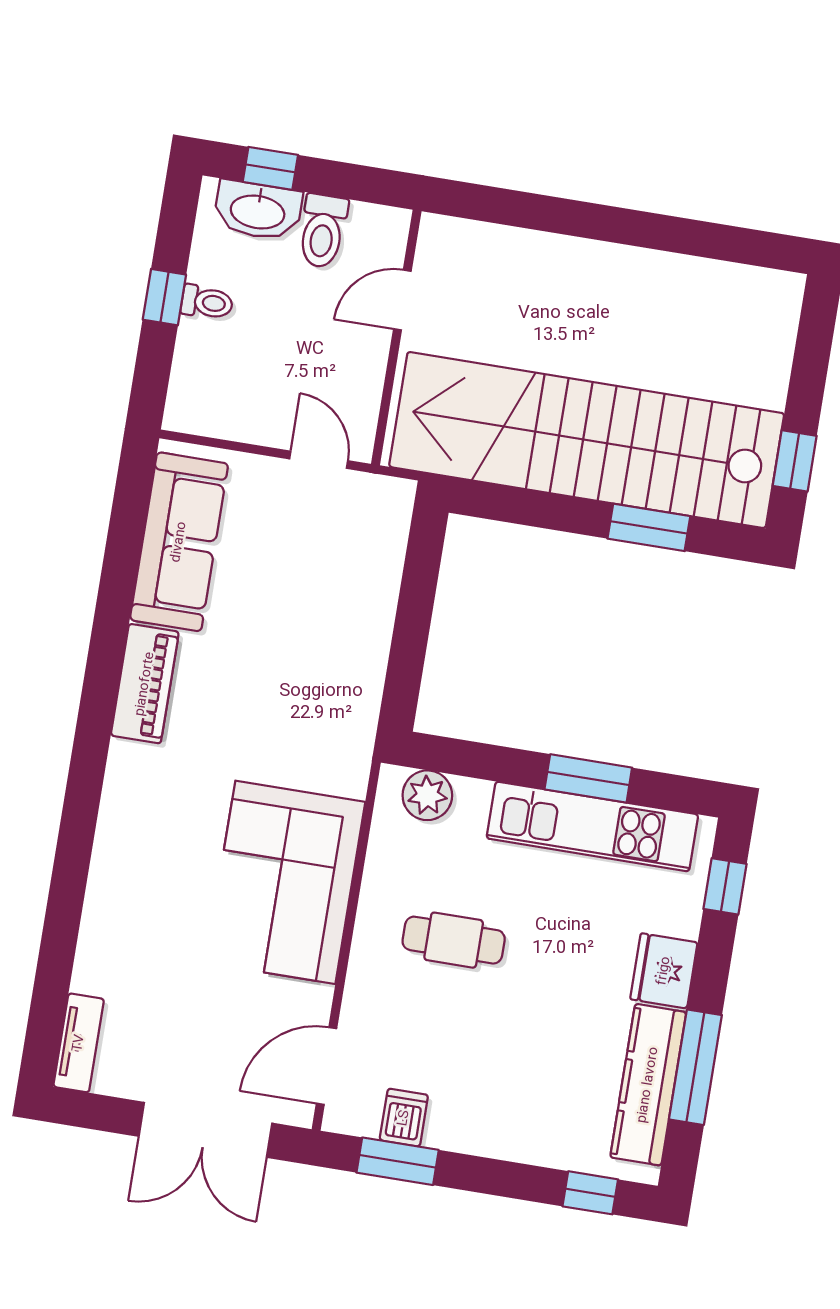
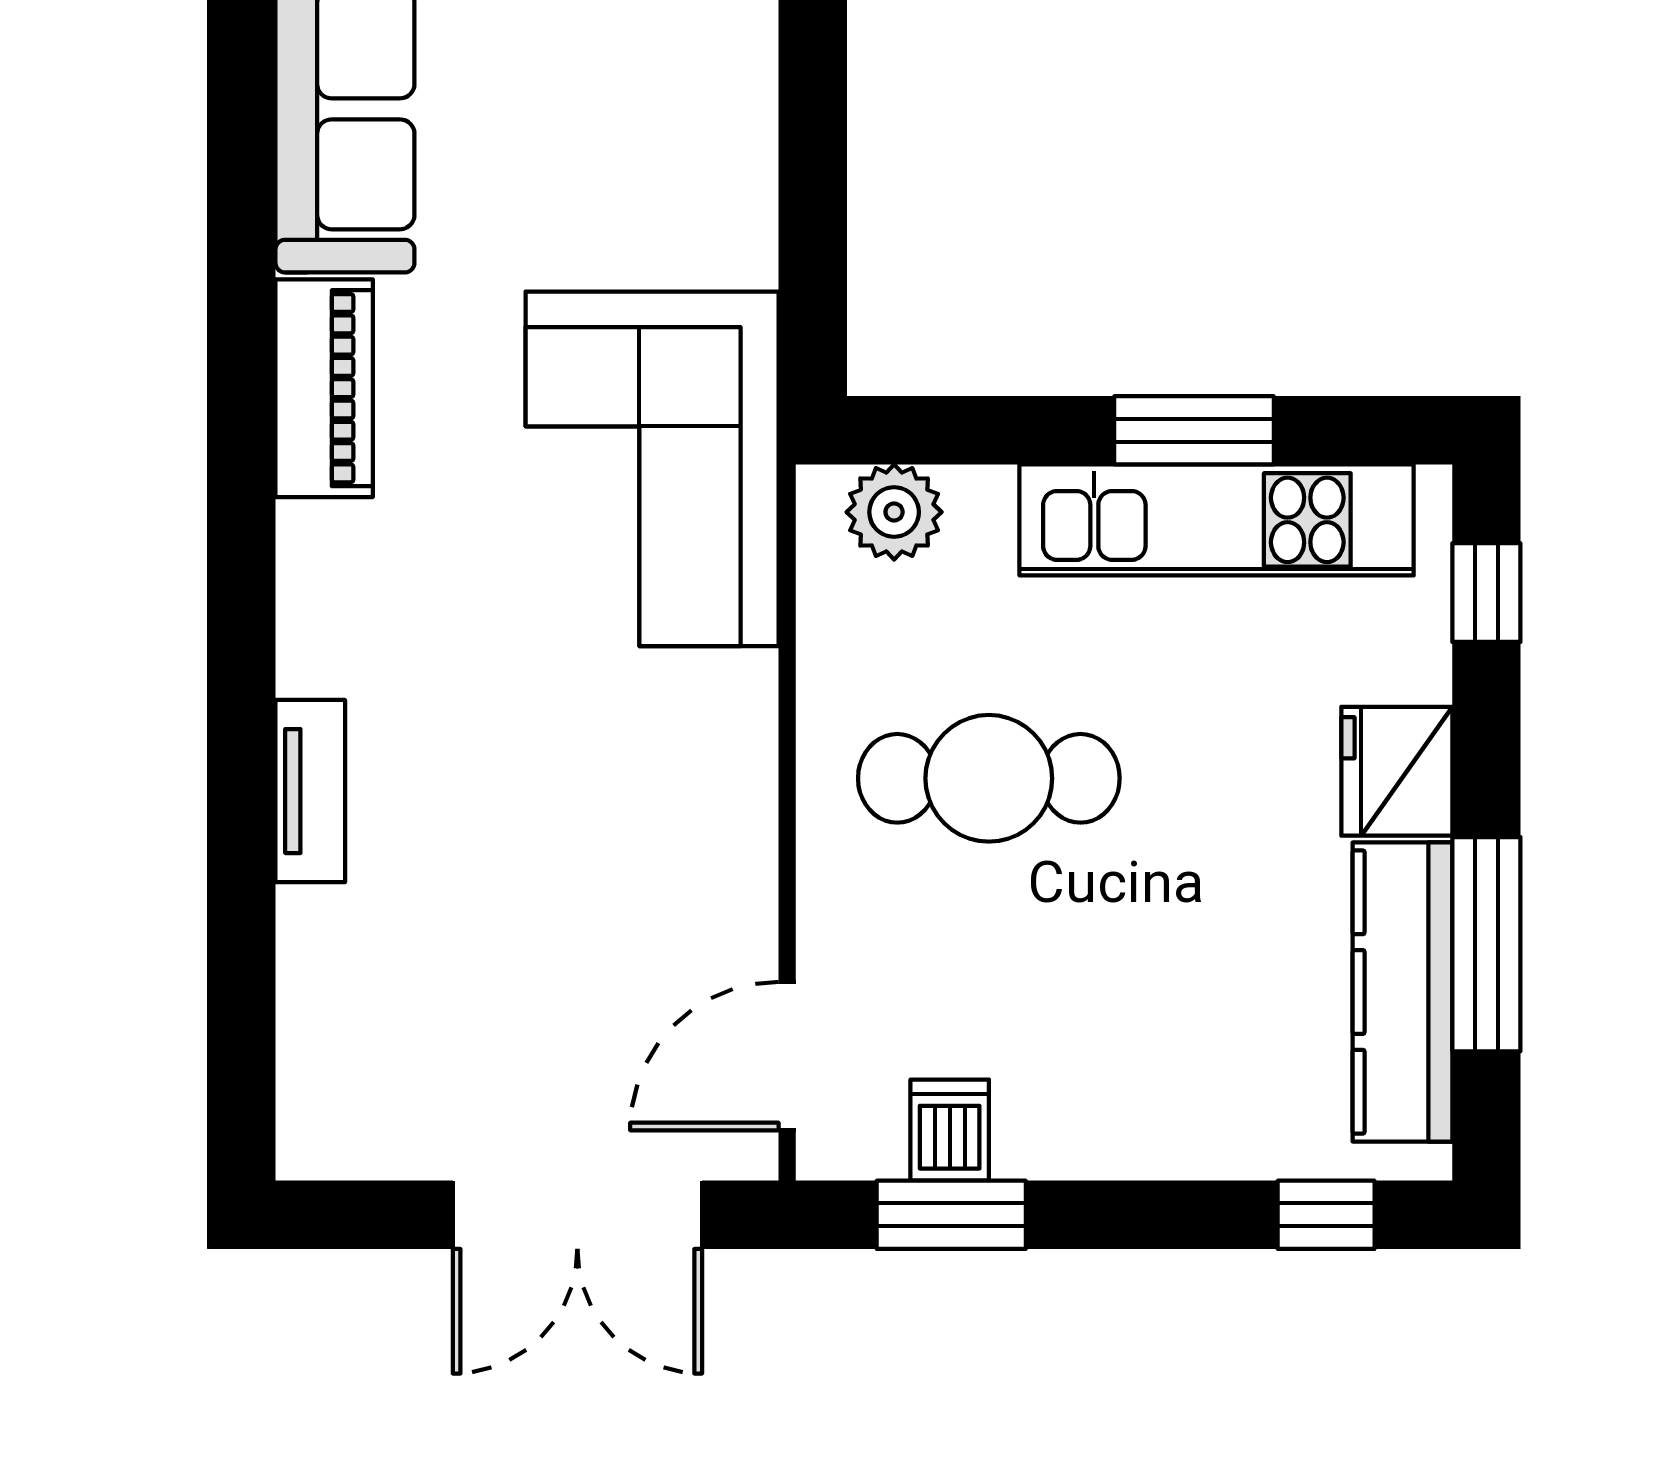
corner sofa: (285, 882) -> (652, 469), moved
cafe table: (454, 940) -> (989, 778), width x1.37, depth x1.35
tv unit: (79, 1043) -> (310, 791), moved

